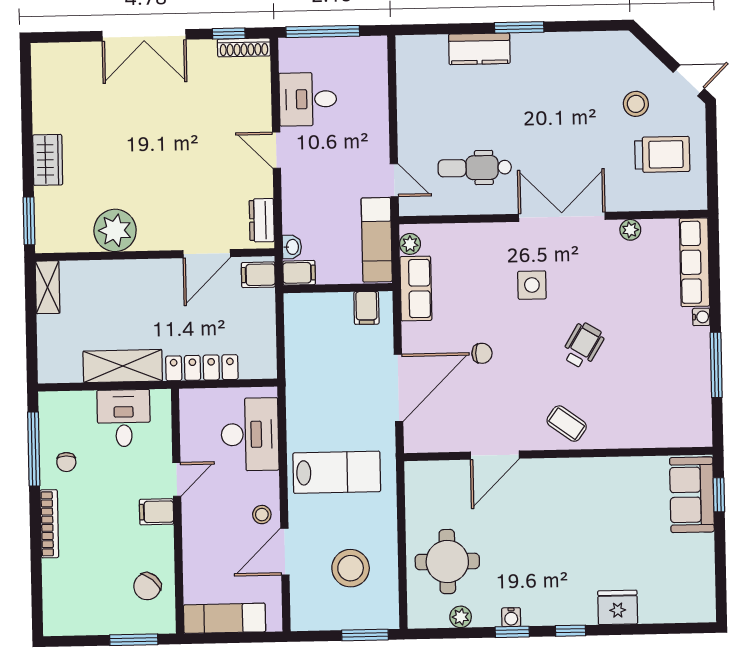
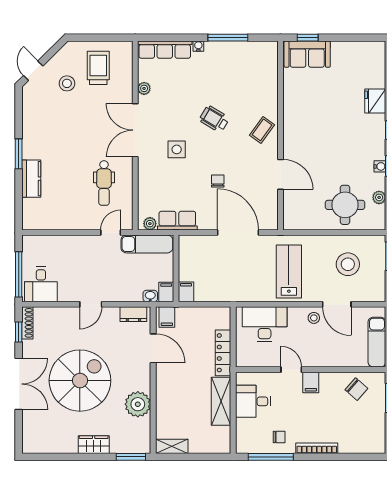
door: (689, 80) -> (33, 71), moved
desk: (308, 99) -> (41, 284), moved
spiral stairs: (152, 135) -> (80, 381), added
filing cabinet: (366, 308) -> (186, 292), moved, turned -90

